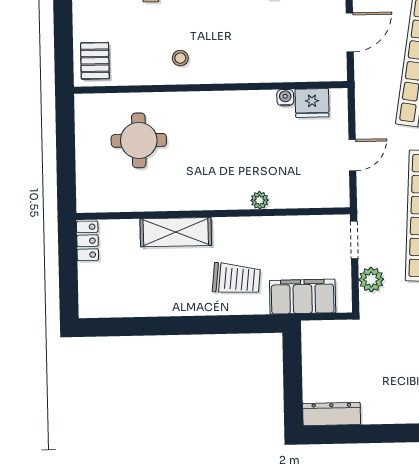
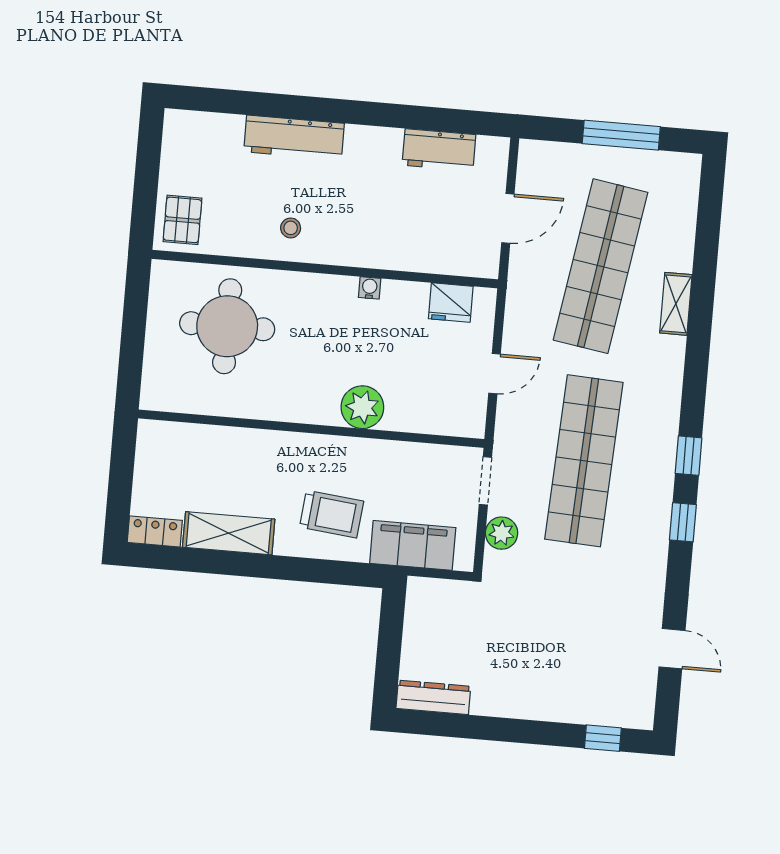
water cooler: (285, 98) -> (370, 288), moved
round table: (139, 140) -> (227, 326), width x1.36, depth x1.36
plant: (260, 200) -> (362, 407), width x1.87, depth x1.87
shelving: (176, 232) -> (229, 533), moved
locker: (88, 241) -> (155, 531), moved, turned -90

